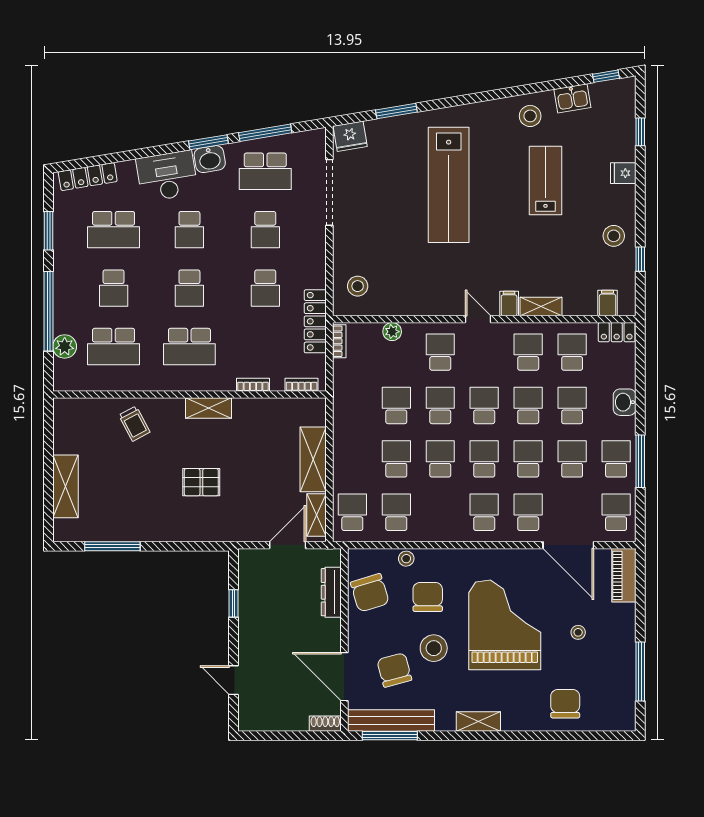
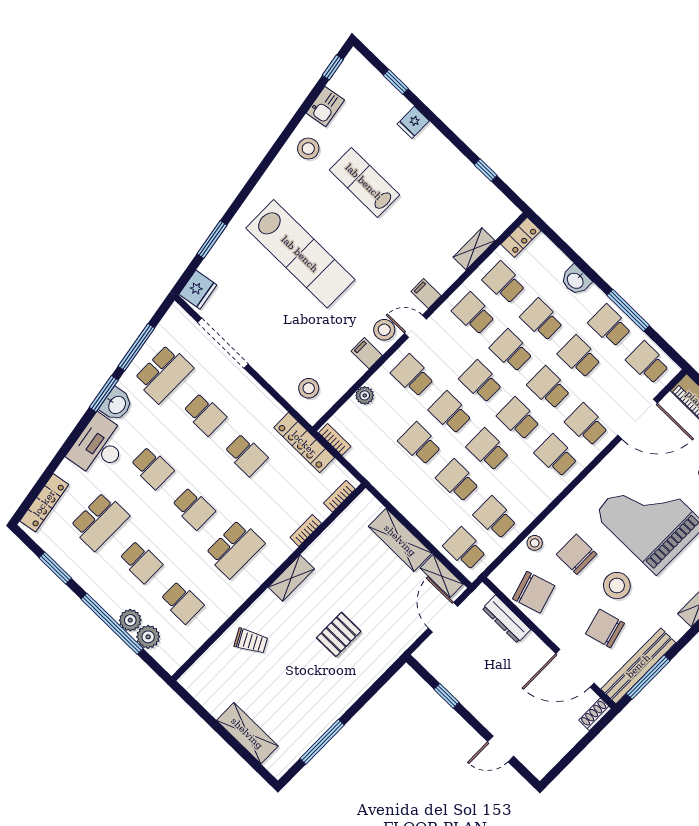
stool: (614, 236) -> (384, 330), moved
filing cabinet: (608, 303) -> (367, 353), moved
shelving: (541, 307) -> (474, 249), moved
plant: (64, 322) -> (130, 620), added
school desk: (114, 347) -> (182, 602), width x0.54

